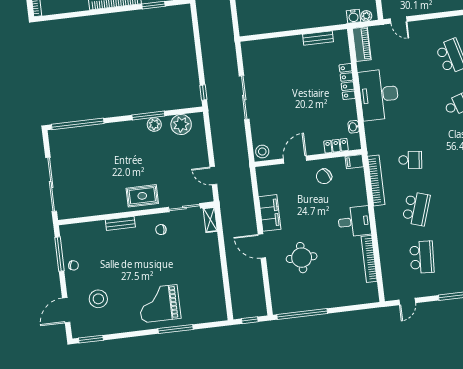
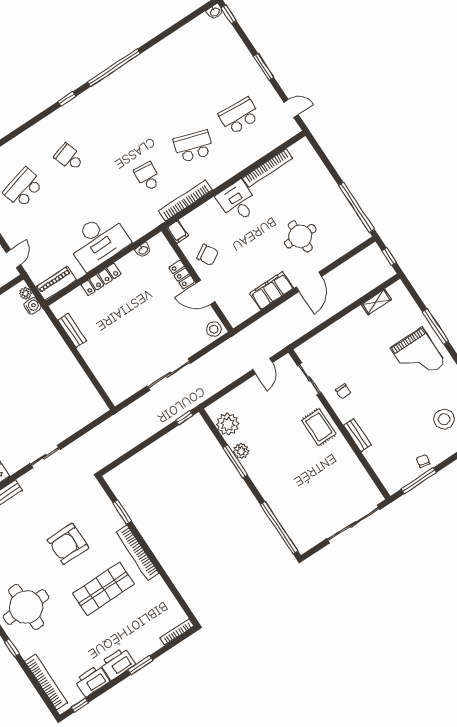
locker: (336, 146) -> (182, 275), moved
shelving: (210, 220) -> (376, 302), moved

